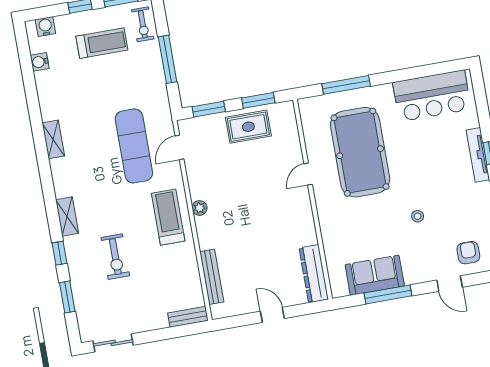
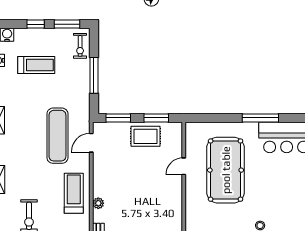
treadmill: (102, 43) -> (36, 65), moved
window: (346, 85) -> (260, 118), moved
door: (308, 174) -> (184, 166), moved
plant: (200, 208) -> (98, 203), moved

